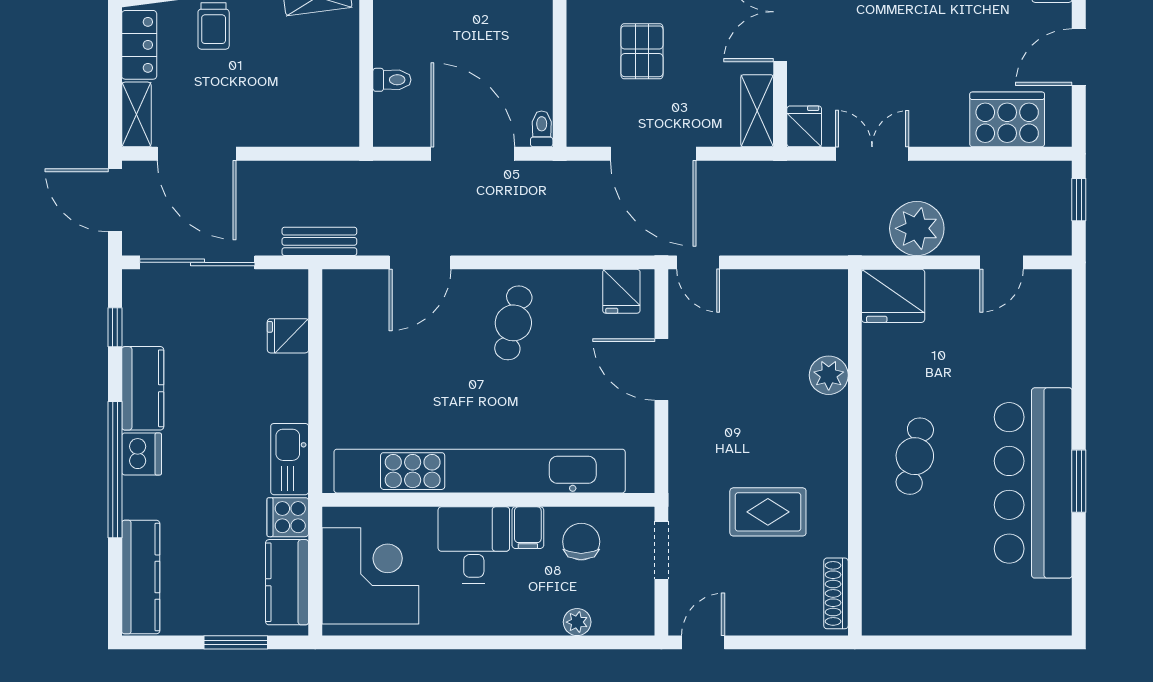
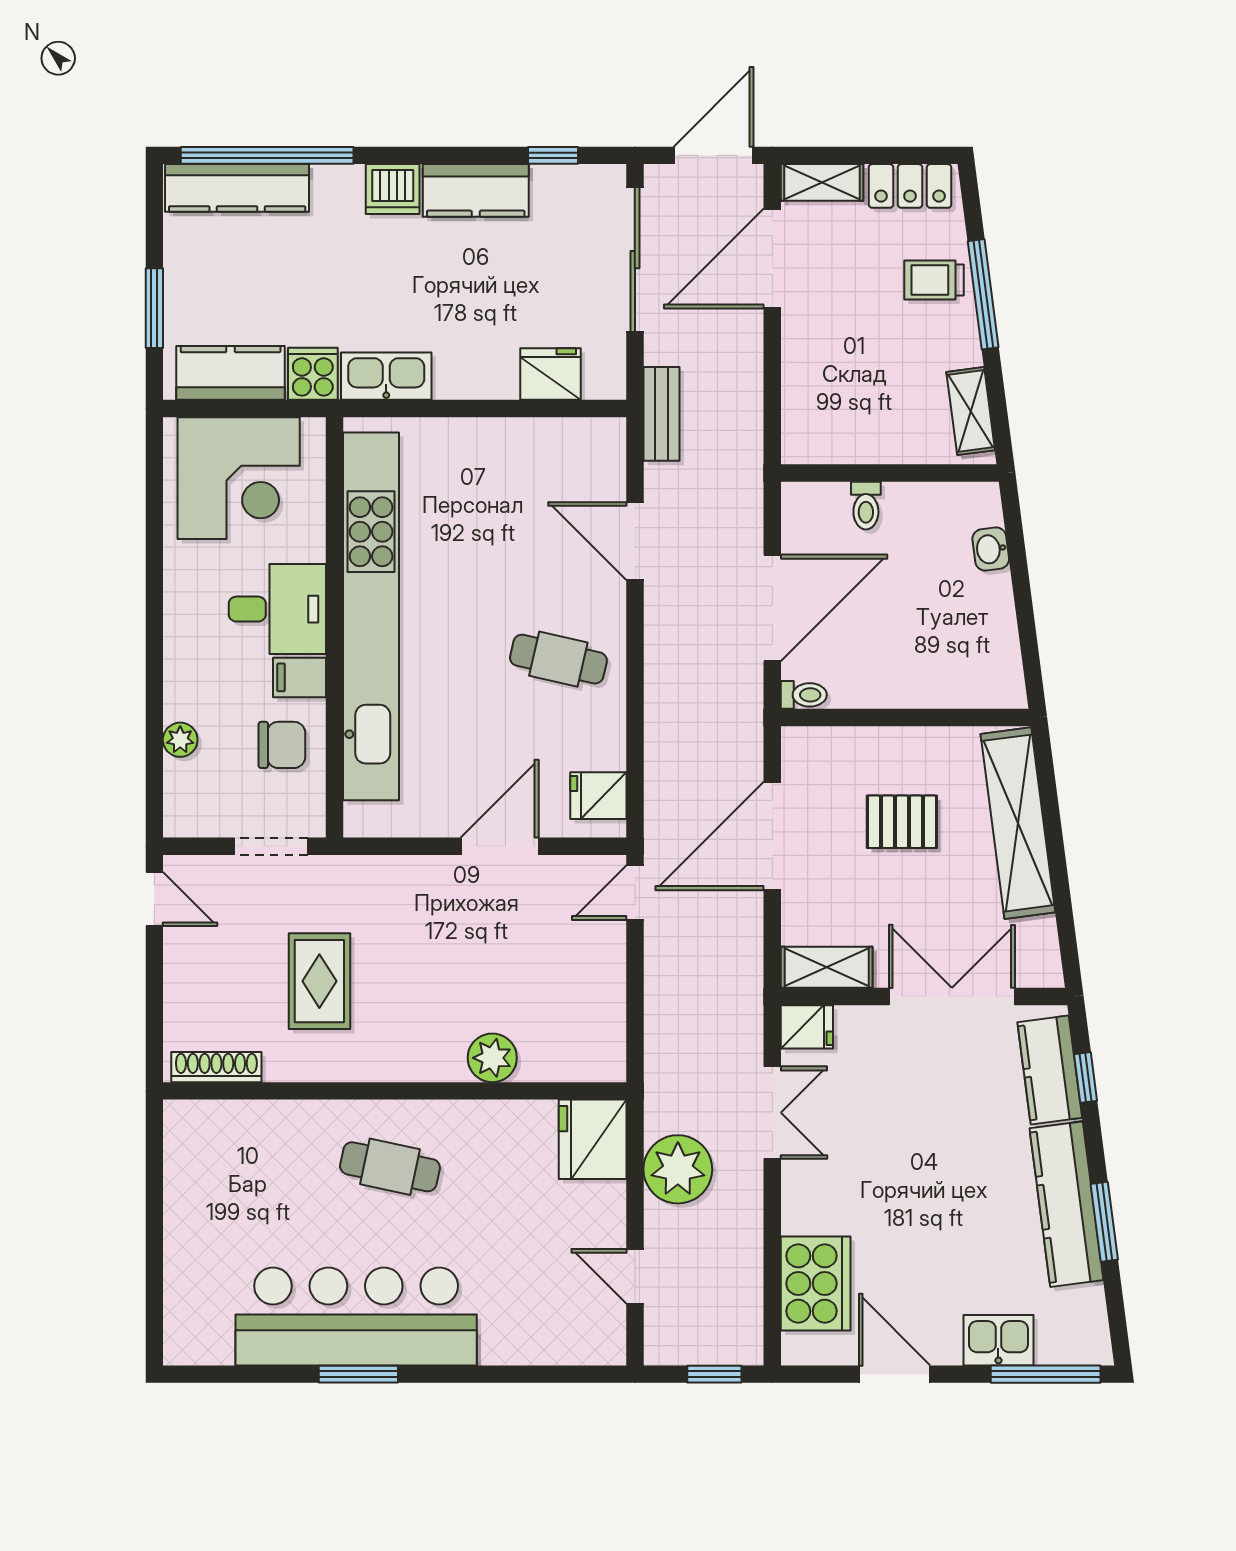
fridge: (288, 336) -> (551, 374), width x1.38
window: (115, 470) -> (267, 155), moved

